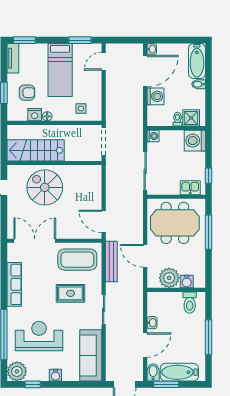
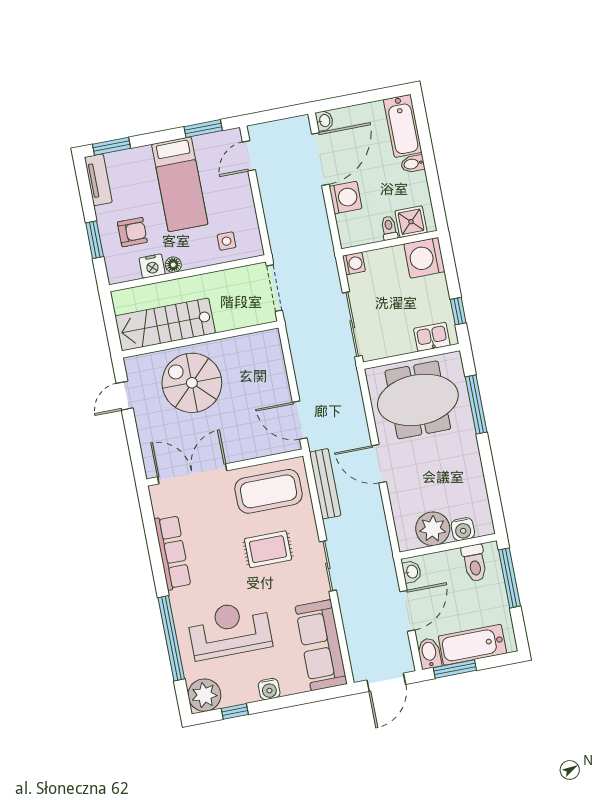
plant: (169, 278) -> (433, 529), moved
water cooler: (187, 282) -> (463, 529), moved
wall: (176, 290) -> (448, 546), moved
toilet: (190, 303) -> (474, 563), moved

